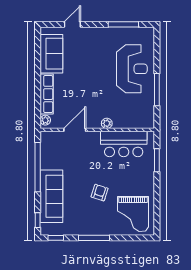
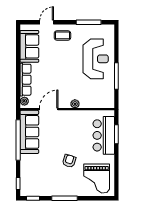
coffee table: (92, 40) -> (62, 35), added
bar counter: (124, 144) -> (104, 135), moved, turned 90
sofa: (51, 196) -> (29, 132), moved

